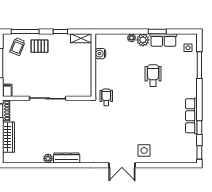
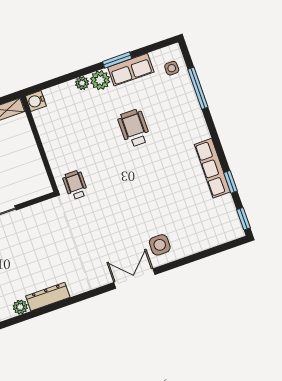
water cooler: (100, 54) -> (36, 101), moved
double door: (122, 165) -> (134, 279), swing flipped

